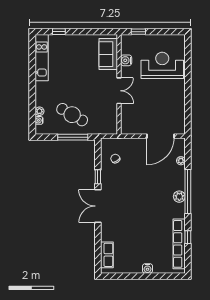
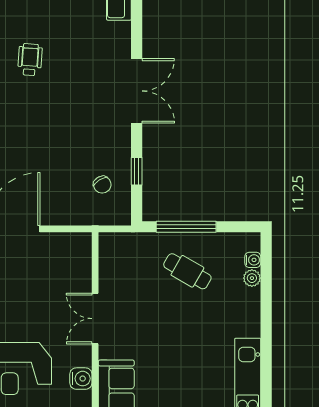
cafe table: (72, 115) -> (187, 271), width x0.73, depth x0.74
window: (98, 177) -> (137, 171), moved
wheelchair: (152, 222) -> (30, 60), added

